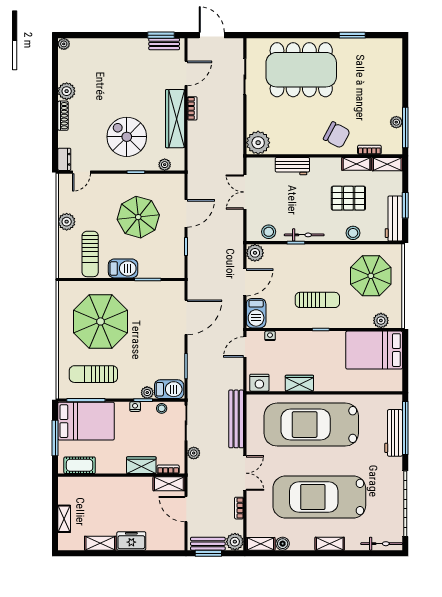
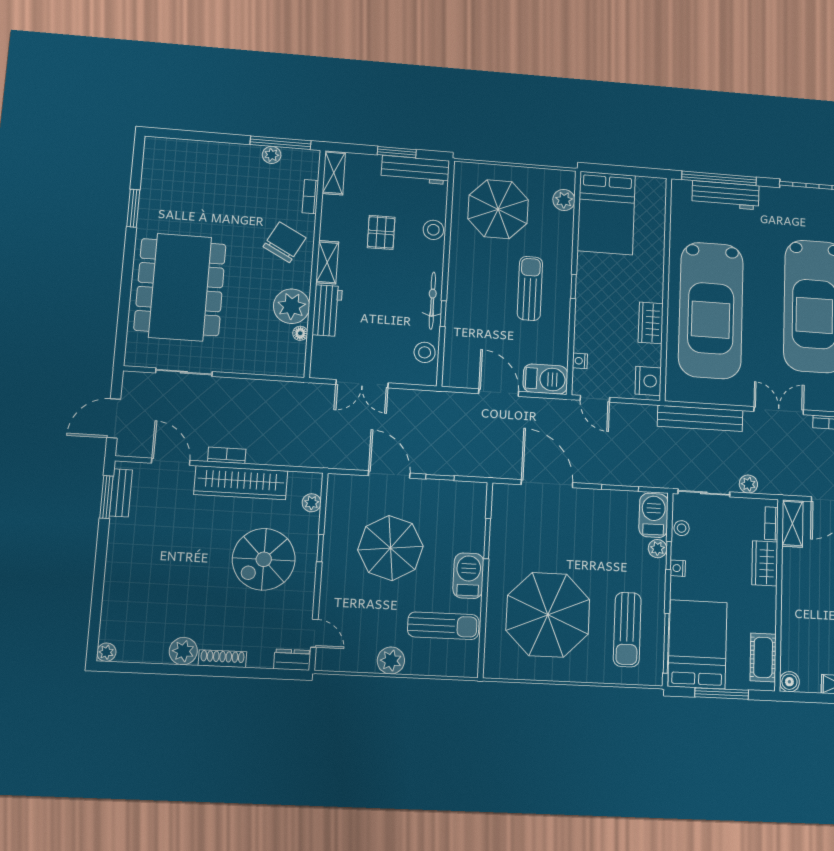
plant: (258, 143) -> (292, 306), moved
floor lamp: (276, 150) -> (300, 333), added
shelving: (356, 164) -> (327, 262), moved
pallet: (348, 198) -> (381, 232), width x0.67, depth x0.71
plant: (255, 253) -> (455, 375), removed
boiler: (65, 483) -> (789, 682), added

